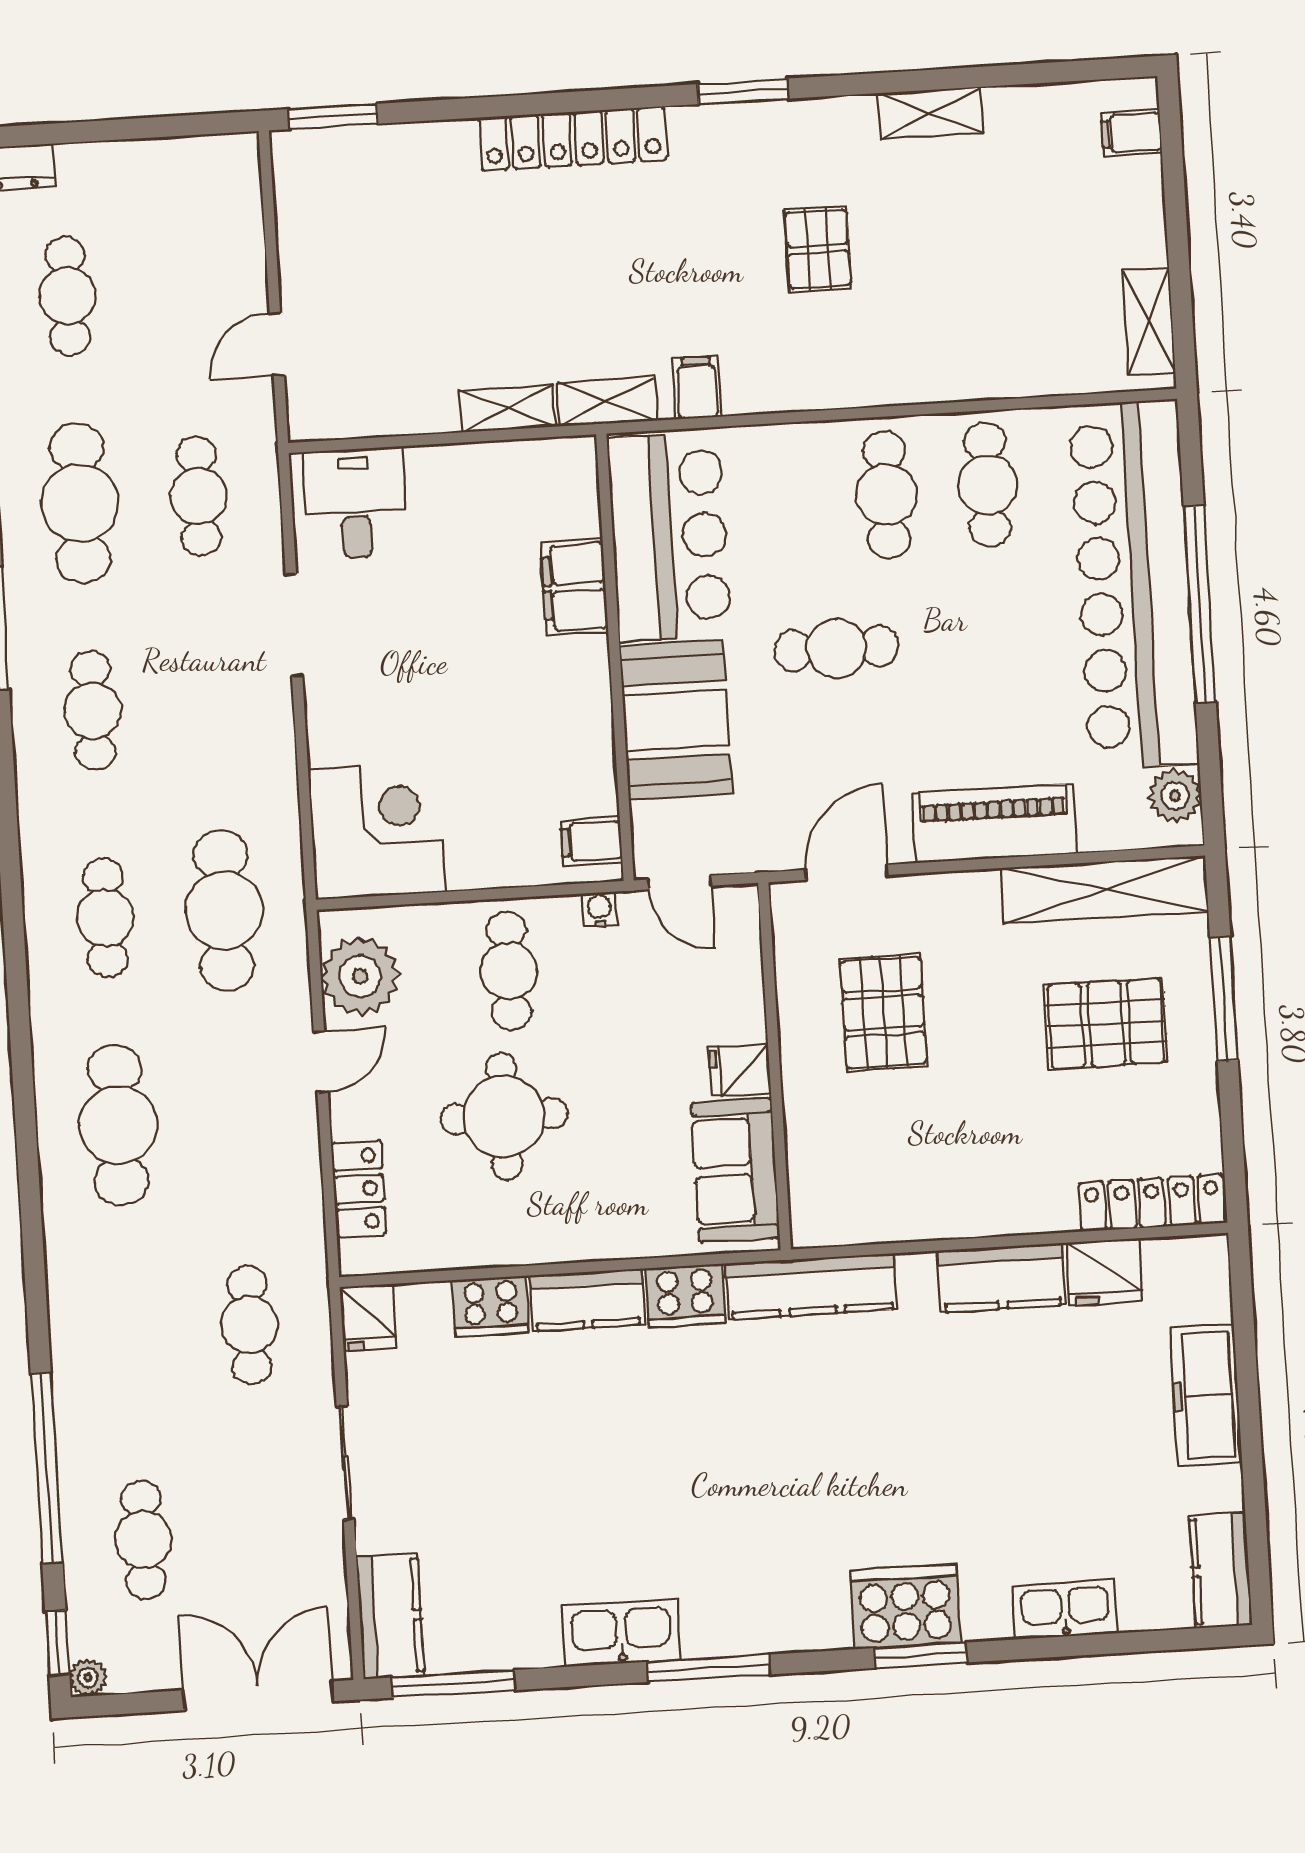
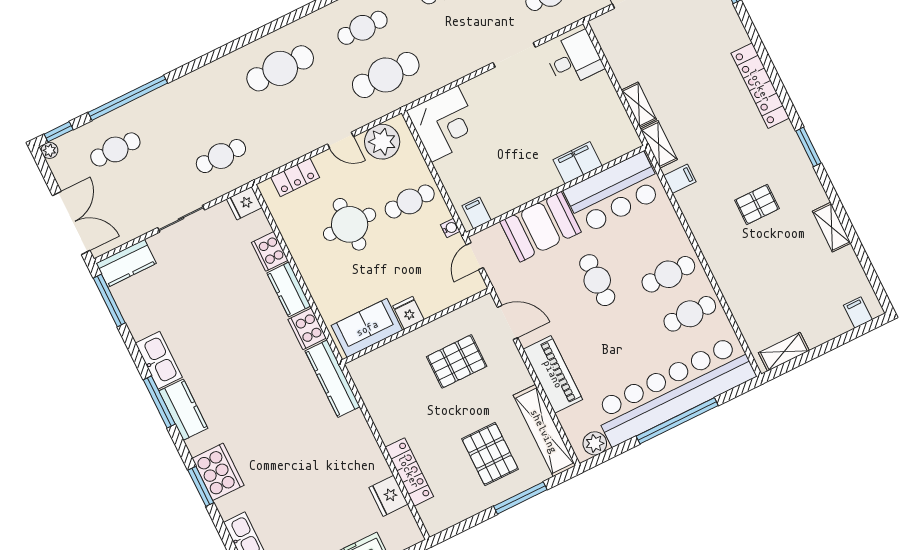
locker: (1152, 1203) -> (409, 472), moved
kitchen counter: (1001, 1278) -> (183, 410), moved, turned 180

